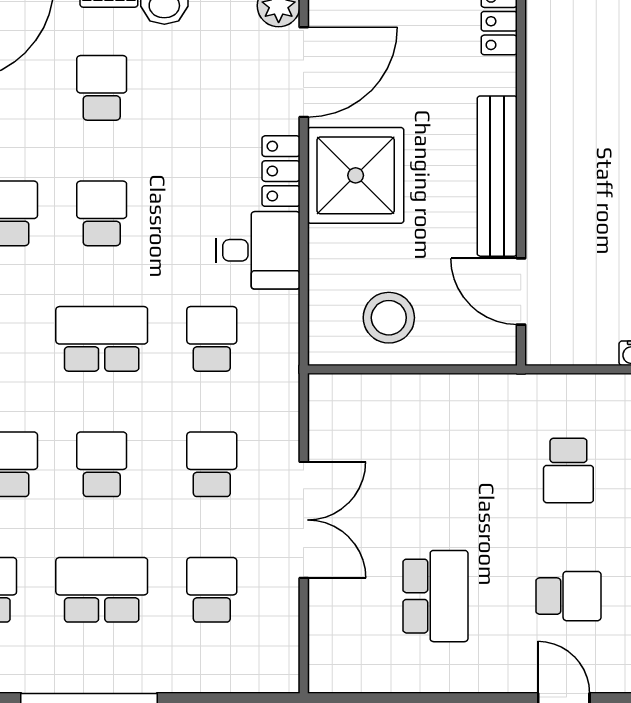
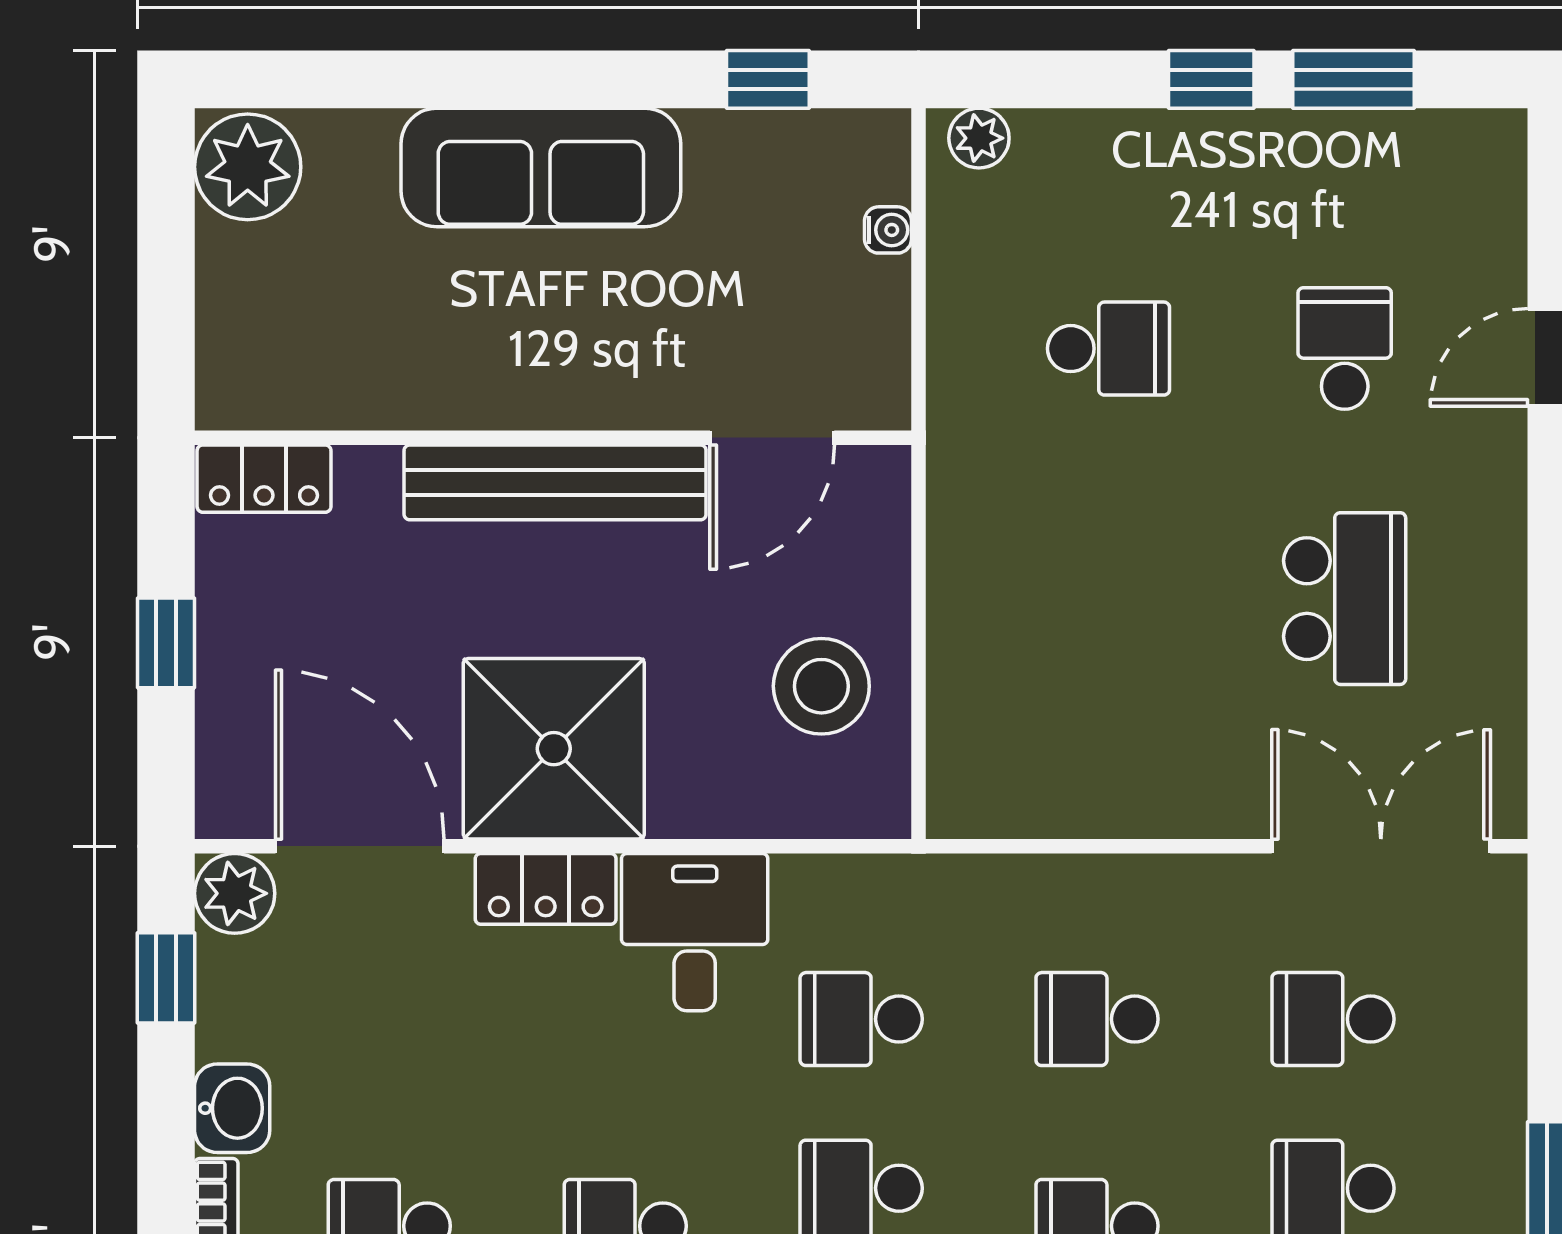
double door: (304, 520) -> (1381, 846), moved
school desk: (435, 596) -> (1345, 599), turned 90

